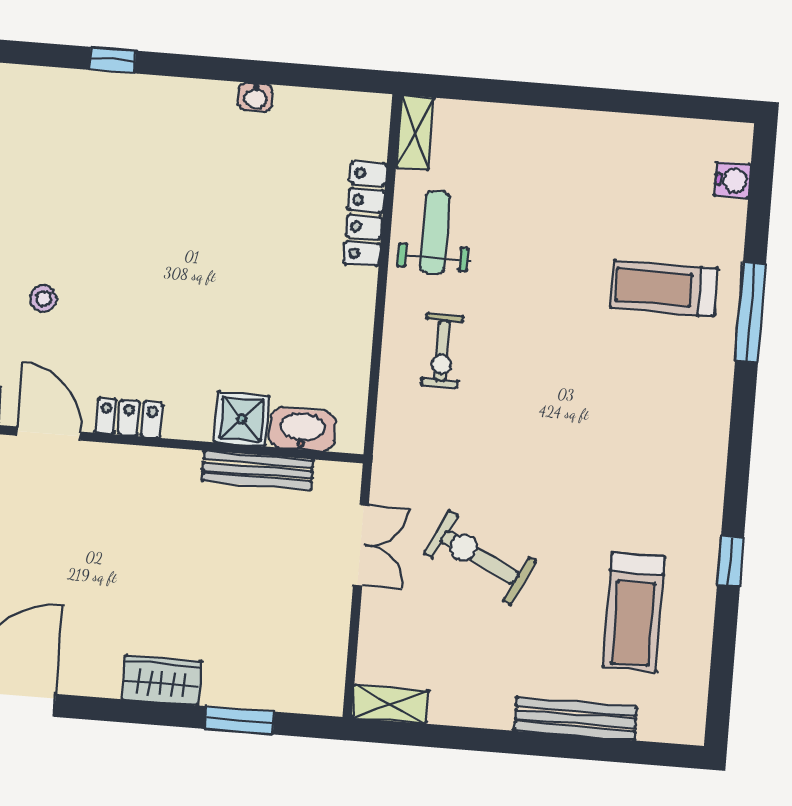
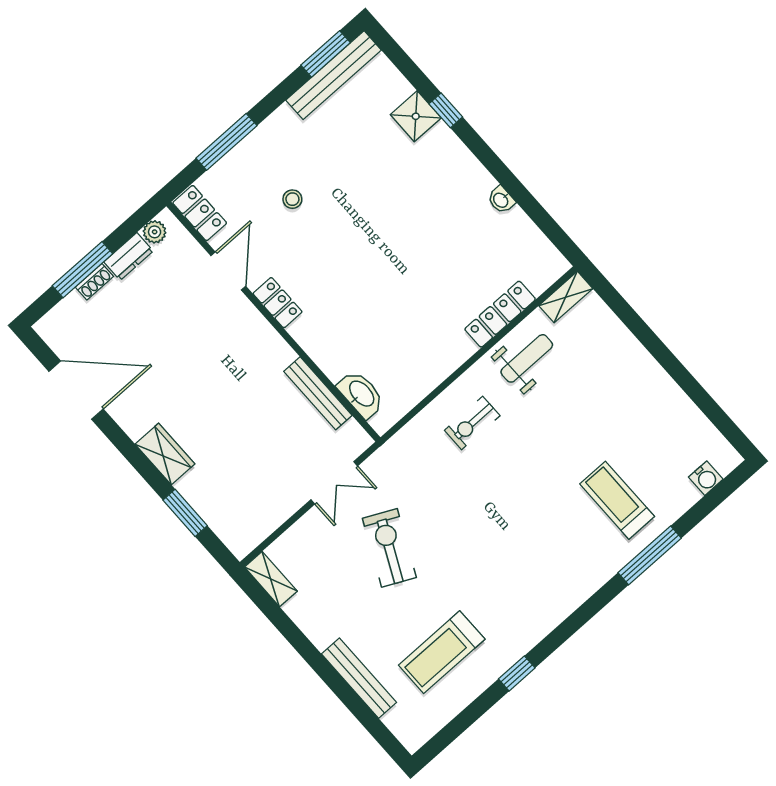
shower: (242, 419) -> (416, 116), moved

